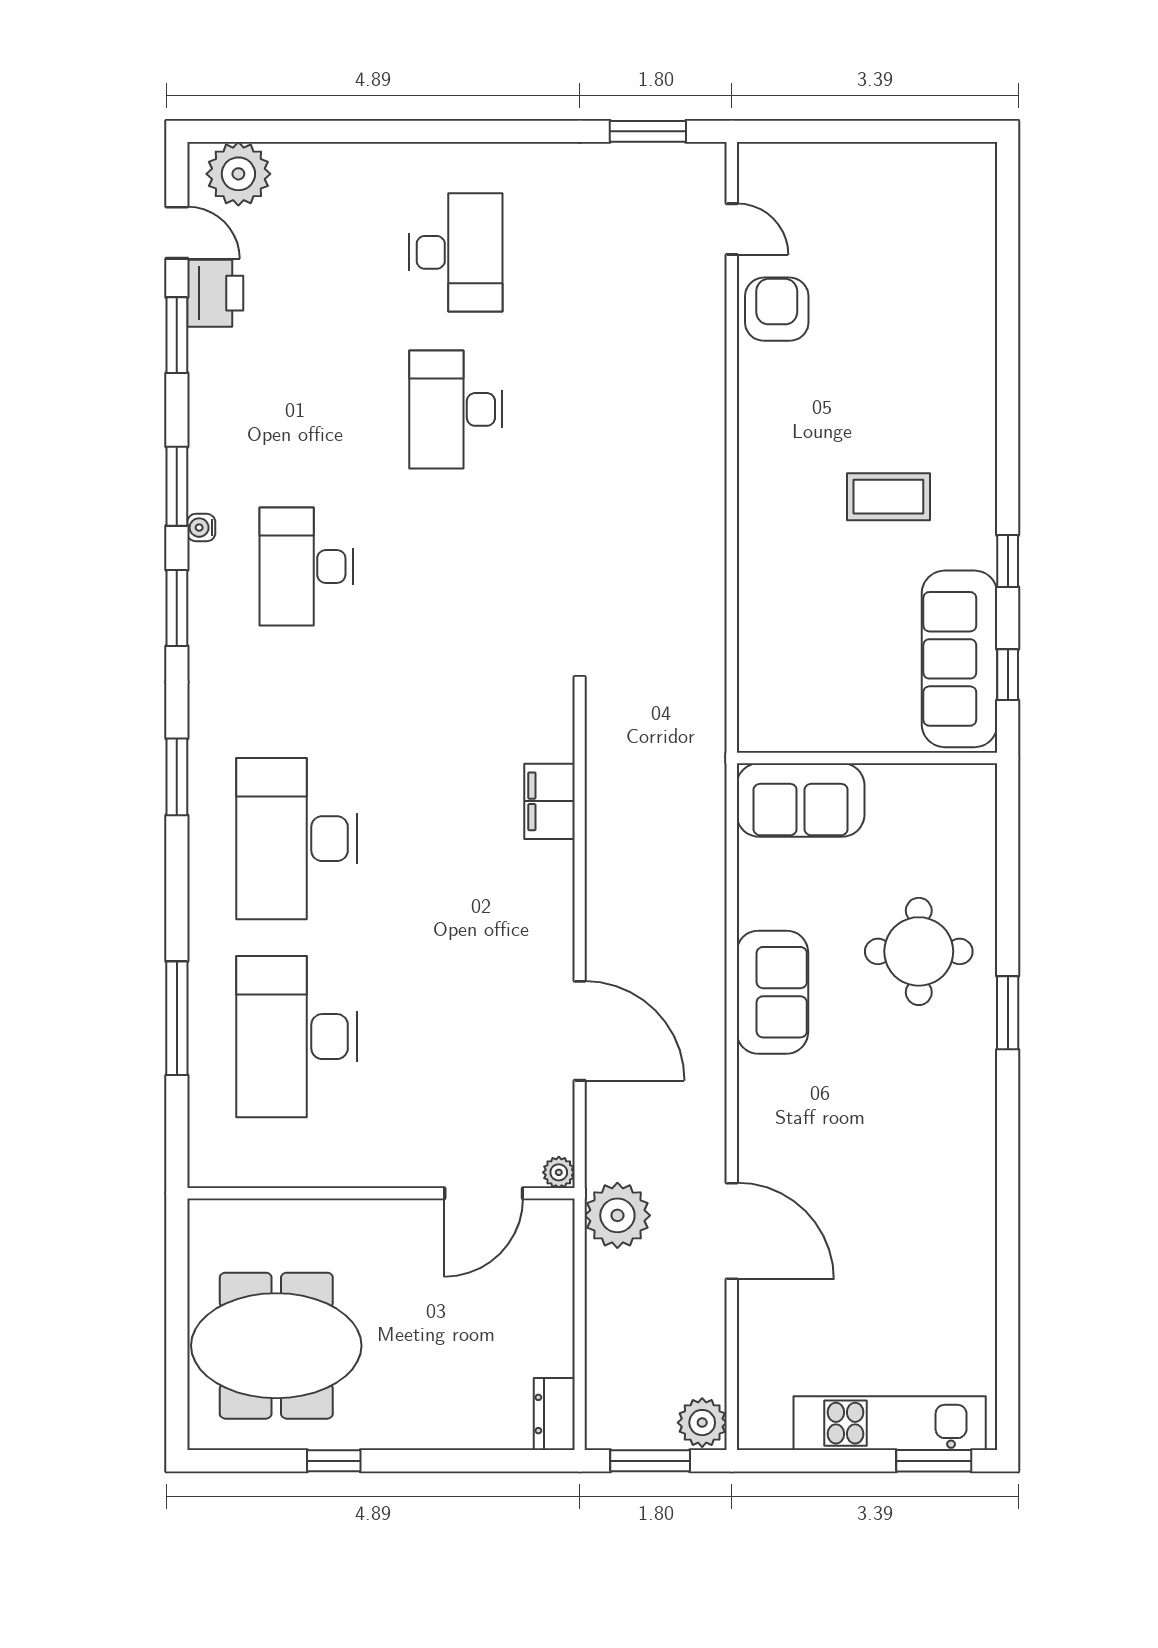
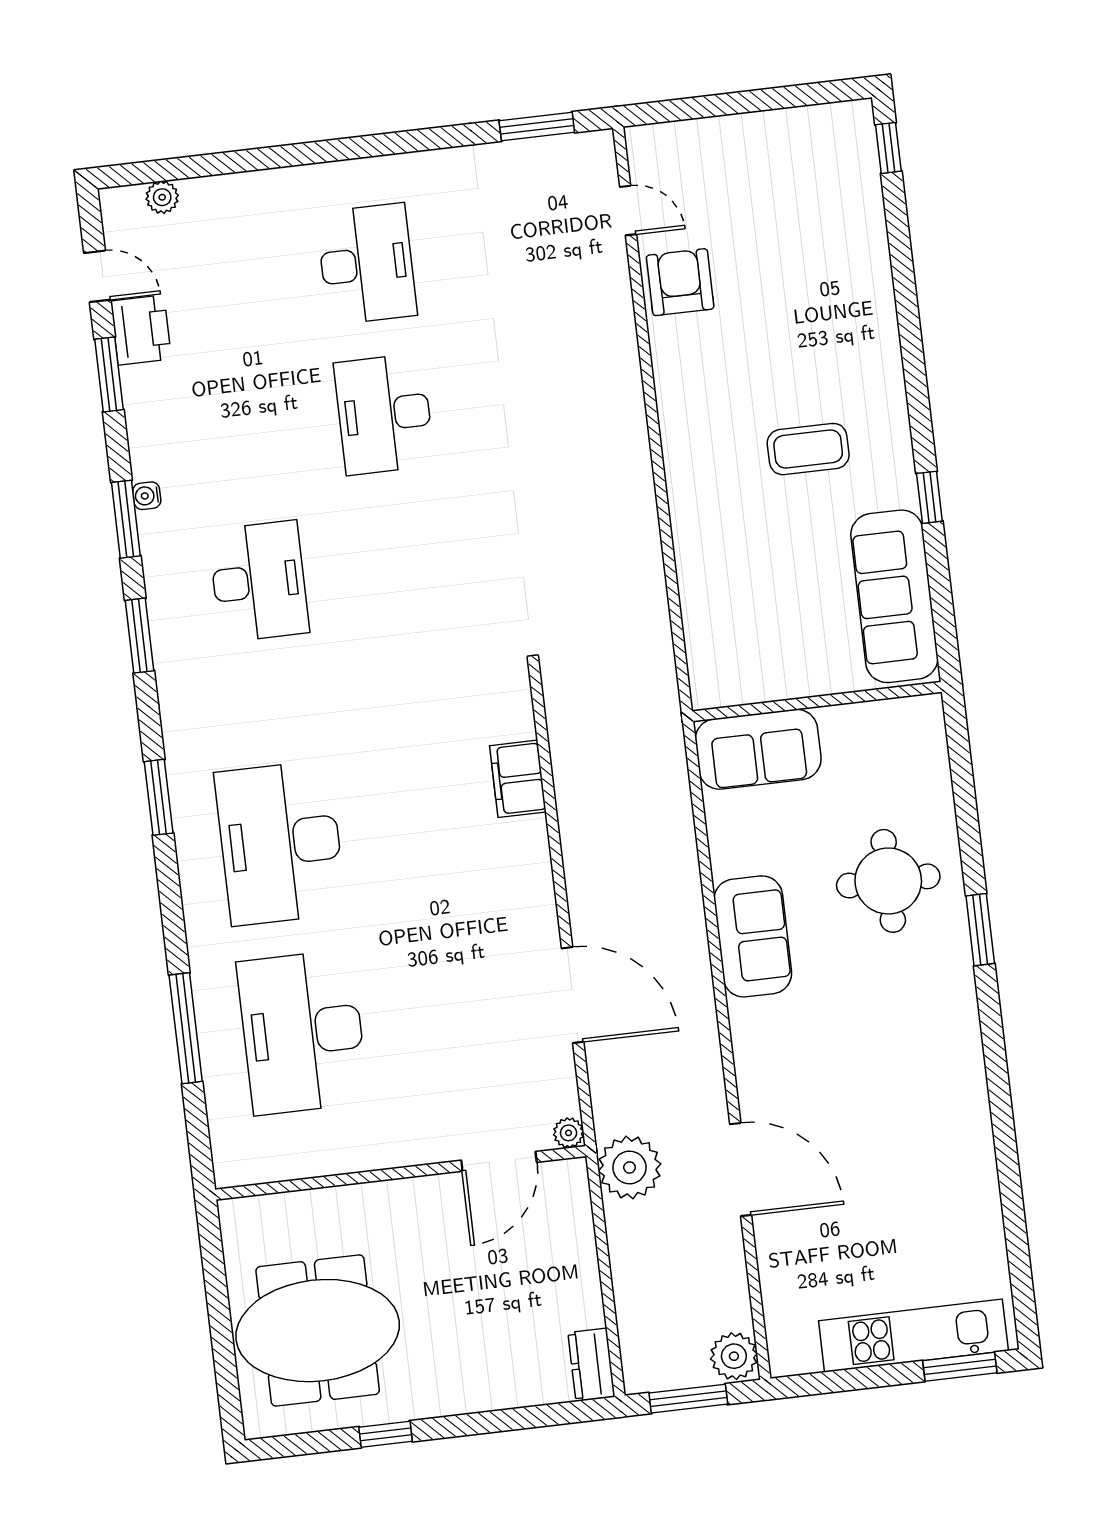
plant: (238, 174) -> (162, 197), width x0.53, depth x0.53
water cooler: (201, 528) -> (147, 496), moved
desk: (306, 566) -> (259, 581), turned 180
window: (1008, 675) -> (888, 148), moved

